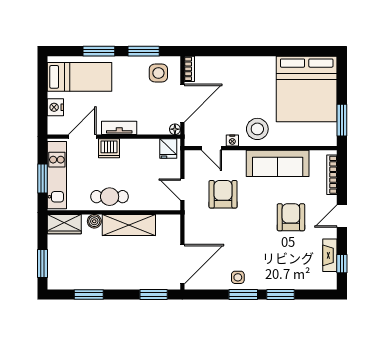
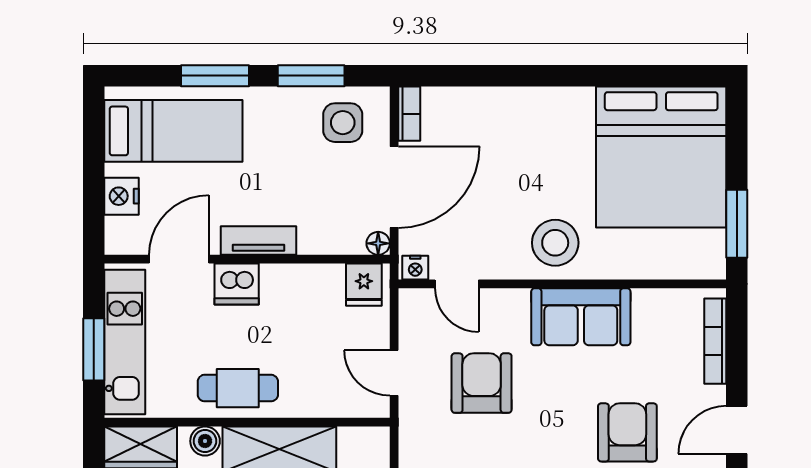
nightstand: (232, 141) -> (415, 268), moved
sofa: (278, 163) -> (581, 317), width x0.73

